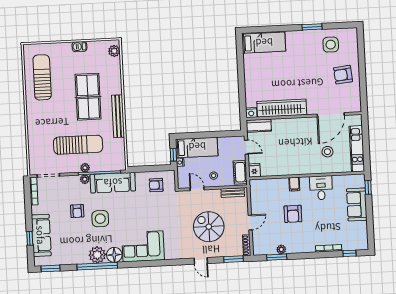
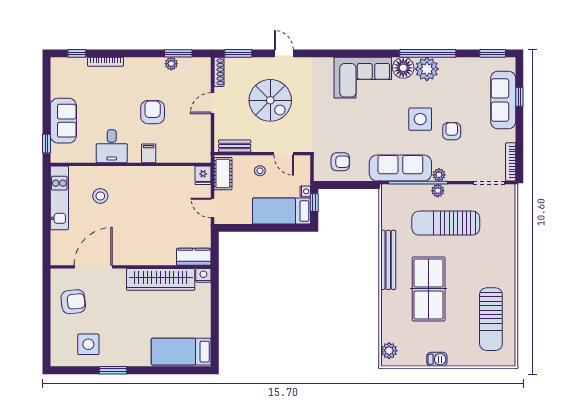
wardrobe: (282, 108) -> (161, 279), moved
nightstand: (251, 113) -> (203, 275), moved
door: (331, 115) -> (93, 267), moved
wall: (304, 116) -> (131, 267), moved
kitchen counter: (259, 126) -> (194, 257), moved

